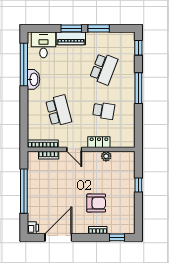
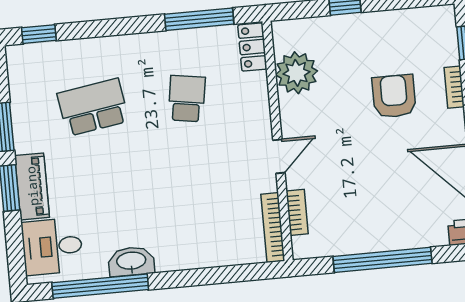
school desk: (104, 69) -> (93, 107), turned -30
window: (138, 88) -> (199, 19), moved
school desk: (59, 111) -> (196, 199), removed
locker: (99, 142) -> (252, 47), moved
plant: (106, 156) -> (296, 73), width x1.88, depth x1.88

